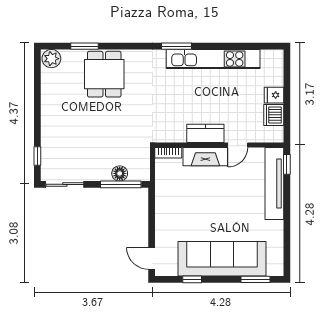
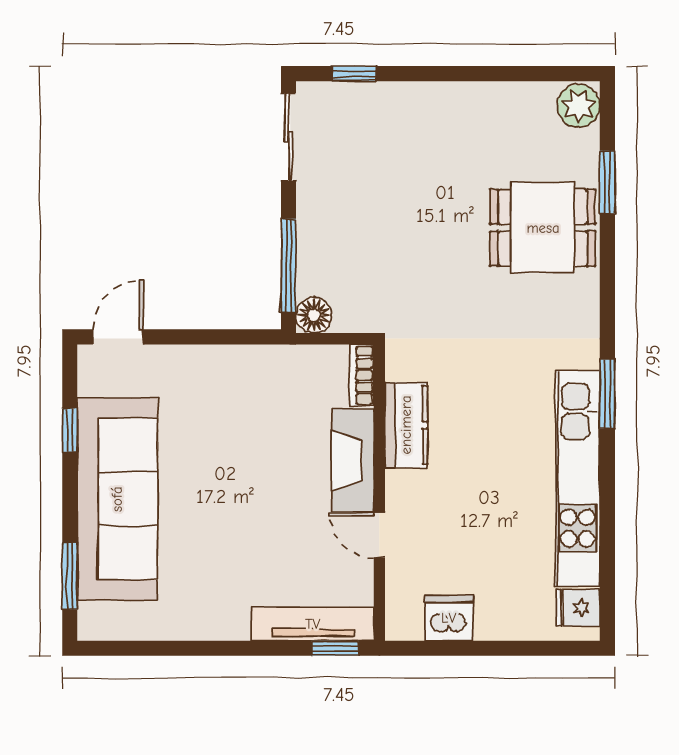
fridge: (274, 95) -> (578, 608), moved, turned -90
kitchen counter: (205, 133) -> (406, 425), moved
floor lamp: (120, 173) -> (314, 315), moved
tv unit: (274, 184) -> (313, 624), width x0.73, depth x0.78

